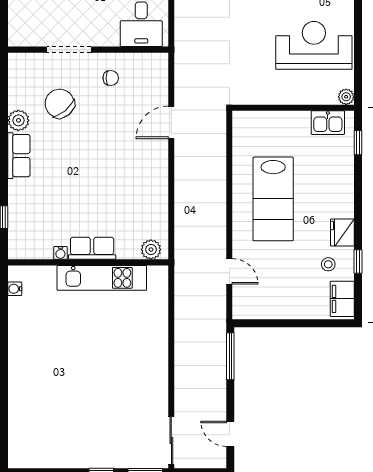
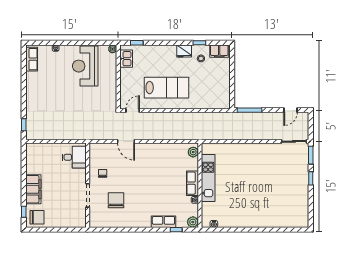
chair: (60, 104) -> (116, 200), turned 130
plant: (18, 120) -> (193, 222), moved
row of seats: (19, 156) -> (163, 222), moved
door: (229, 271) -> (133, 111), moved

